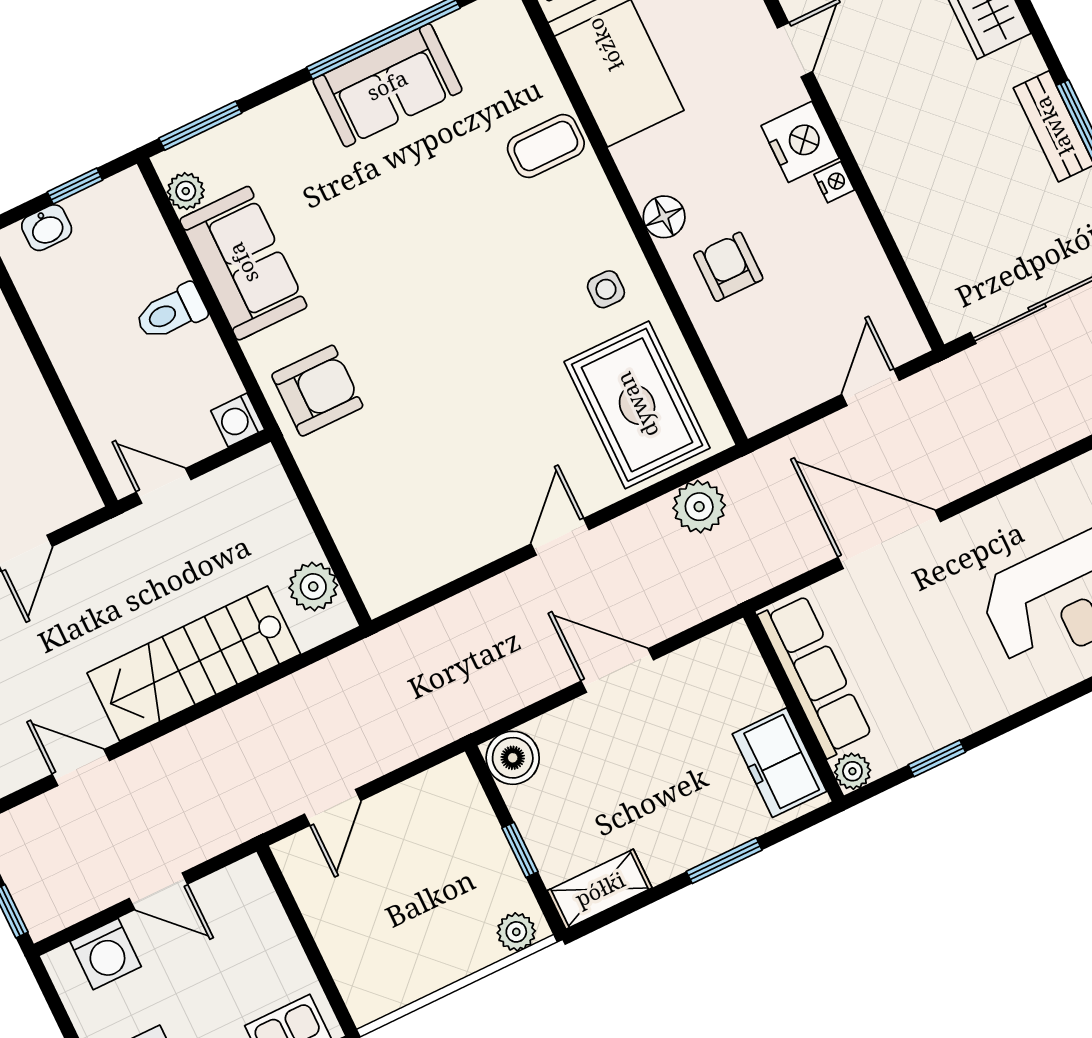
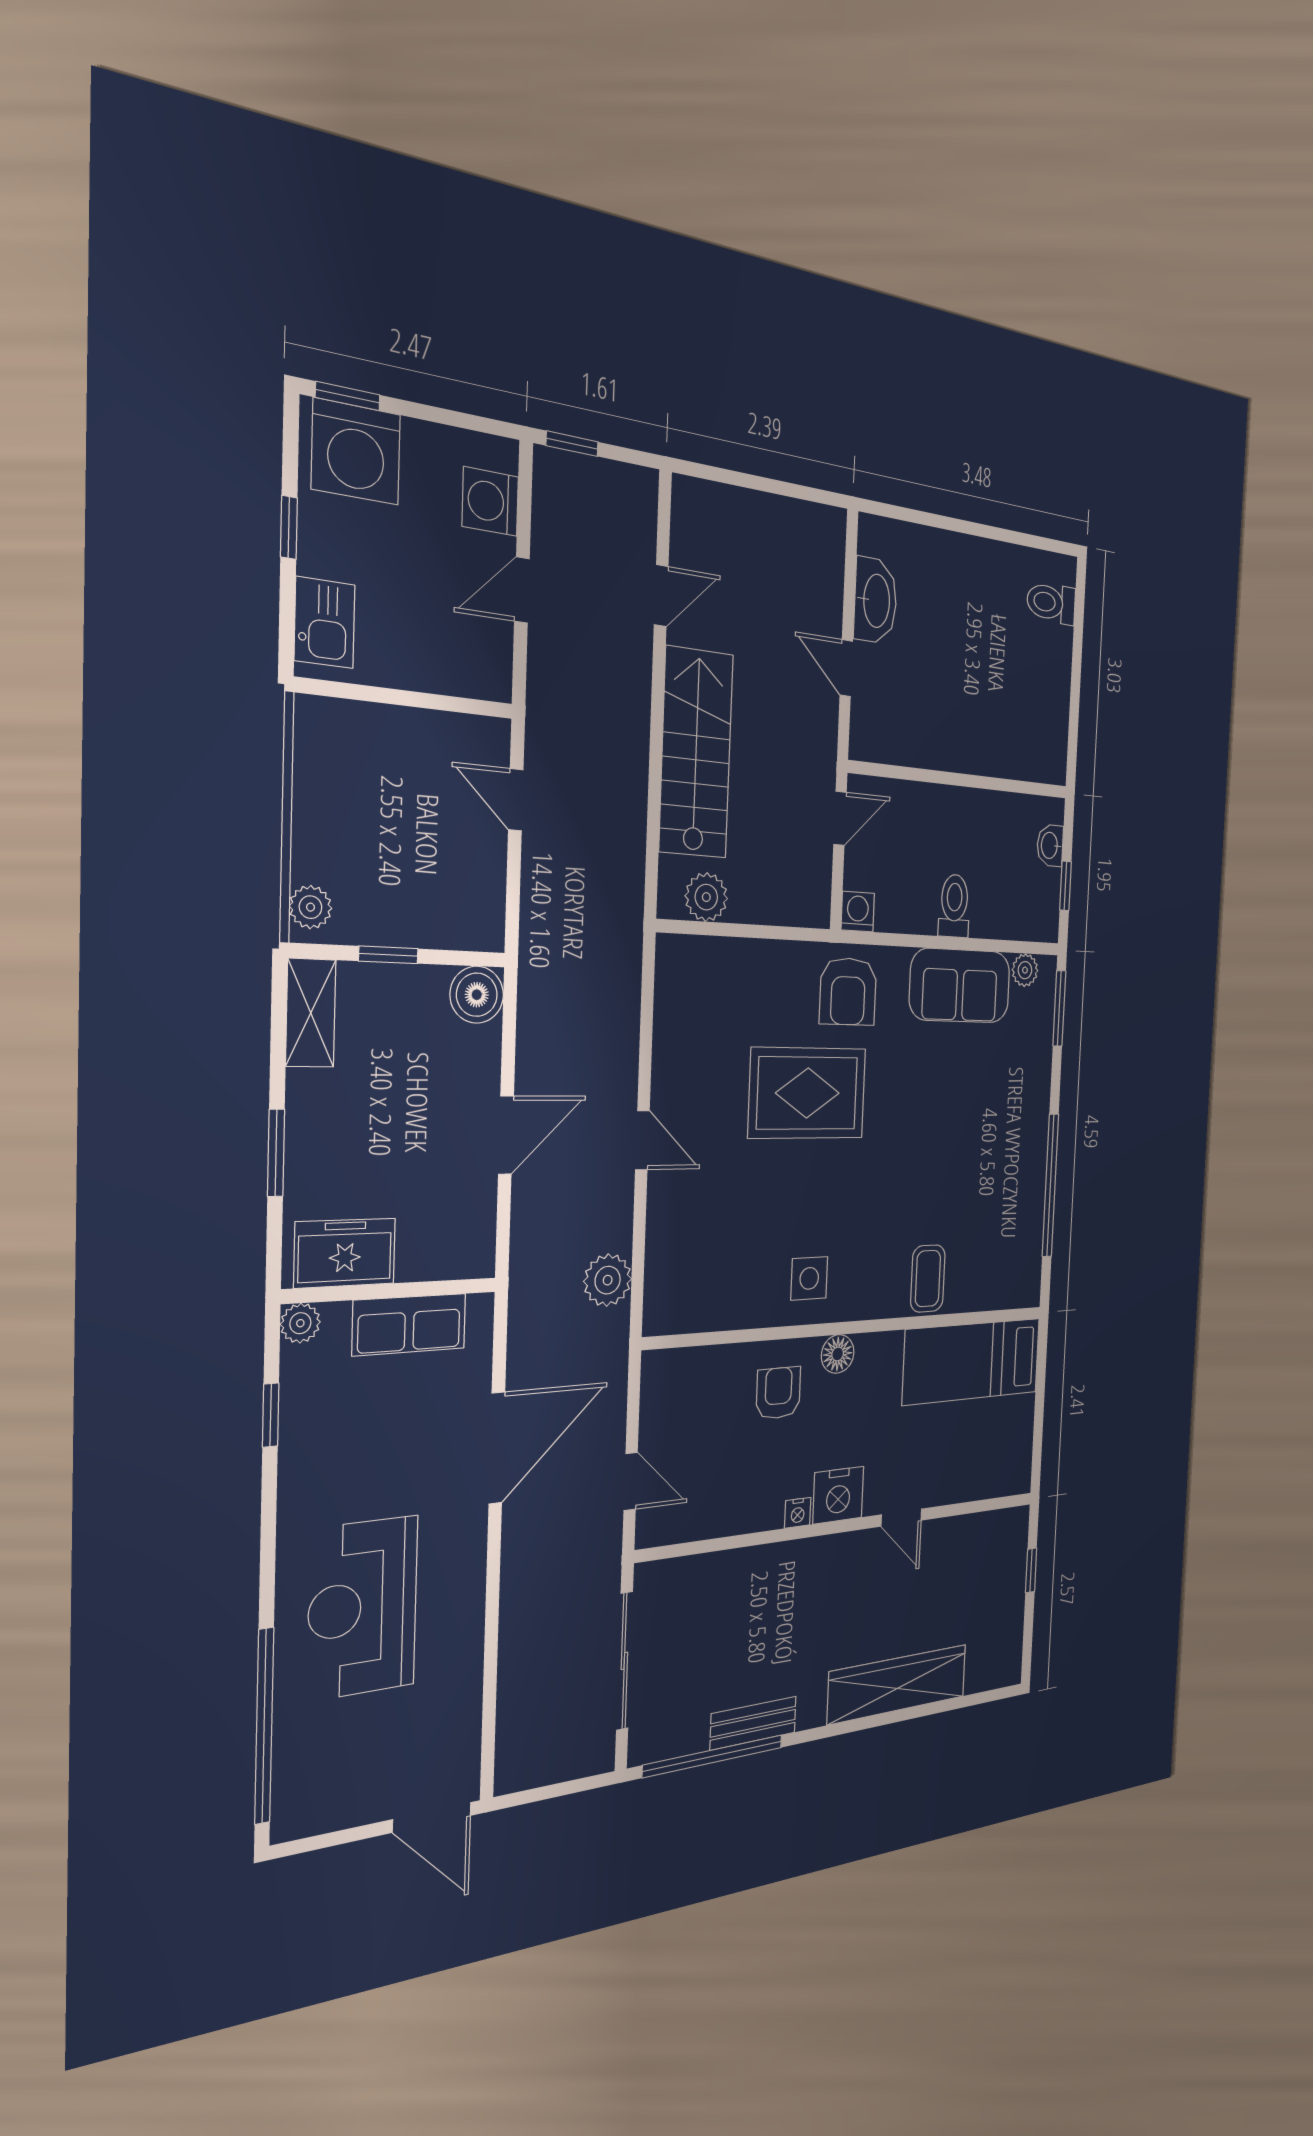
sofa: (387, 85) -> (1021, 1171), removed
armchair: (728, 267) -> (778, 1393), turned -90
side table: (606, 289) -> (809, 1278), width x1.37, depth x1.37
rug: (637, 405) -> (807, 1093), moved
row of seats: (815, 676) -> (409, 1324), width x0.68

